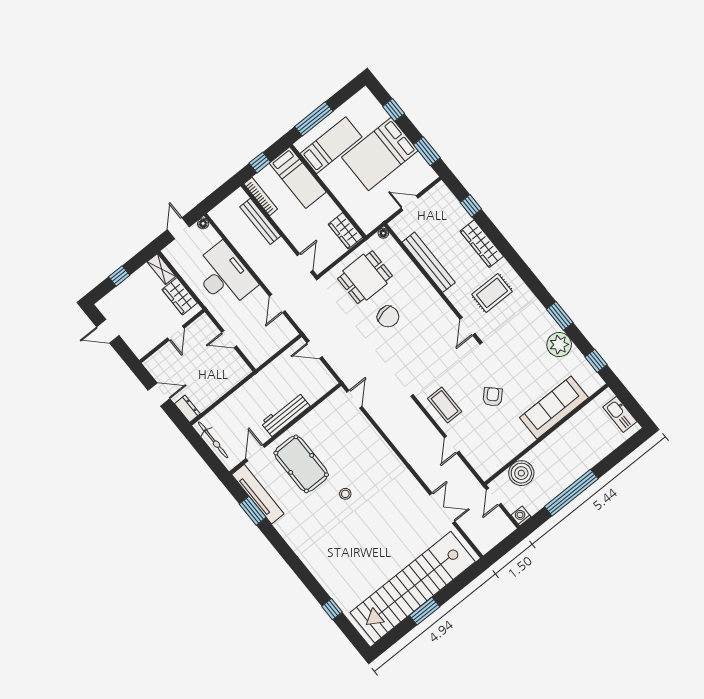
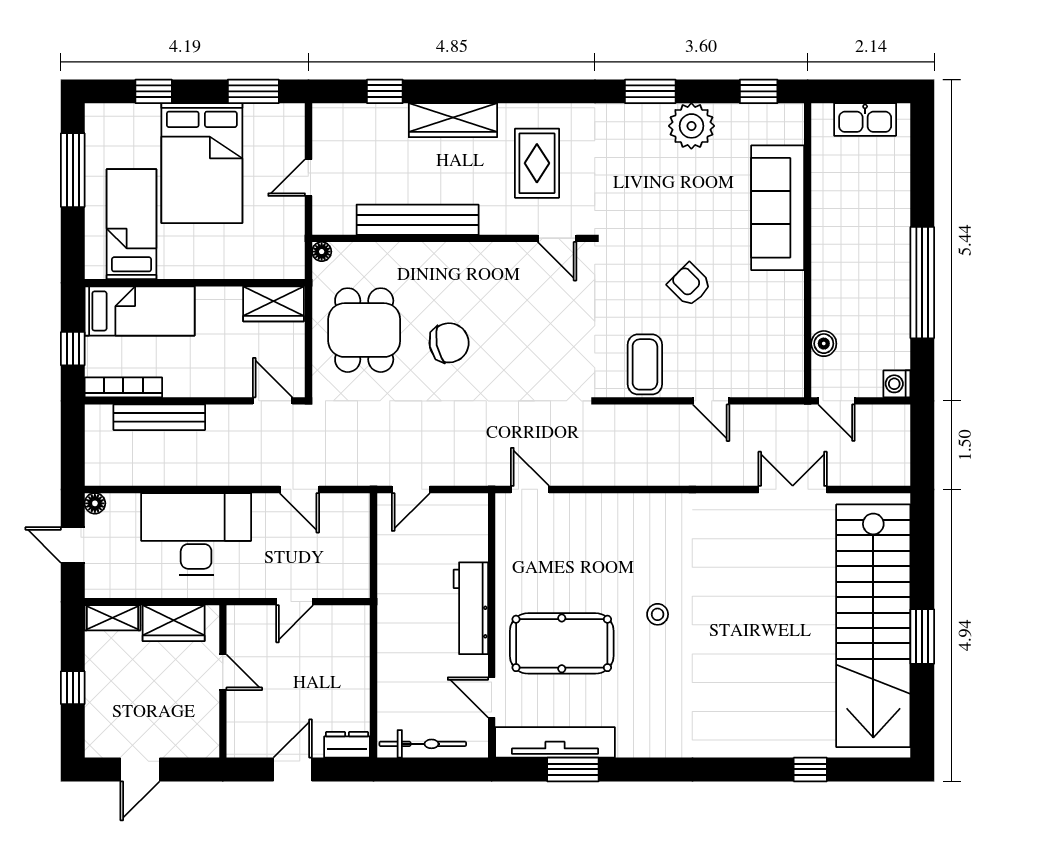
window: (314, 119) -> (73, 170), moved
coffee table: (445, 405) -> (645, 364), turned 90
boiler: (521, 473) -> (824, 344), width x0.54, depth x0.54

